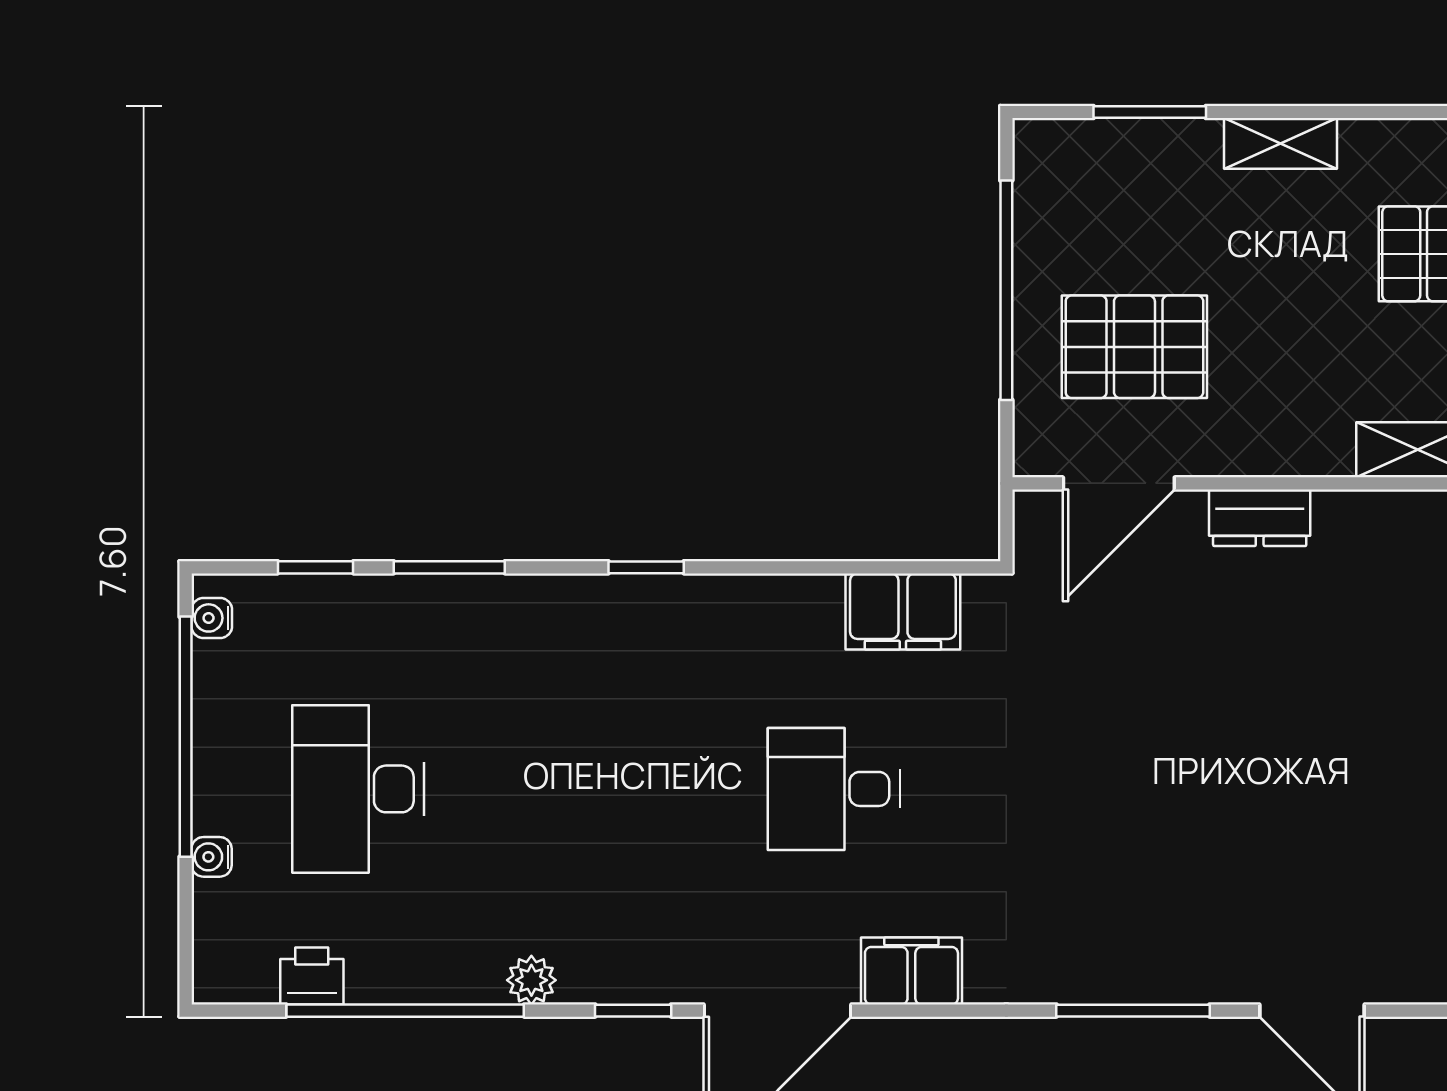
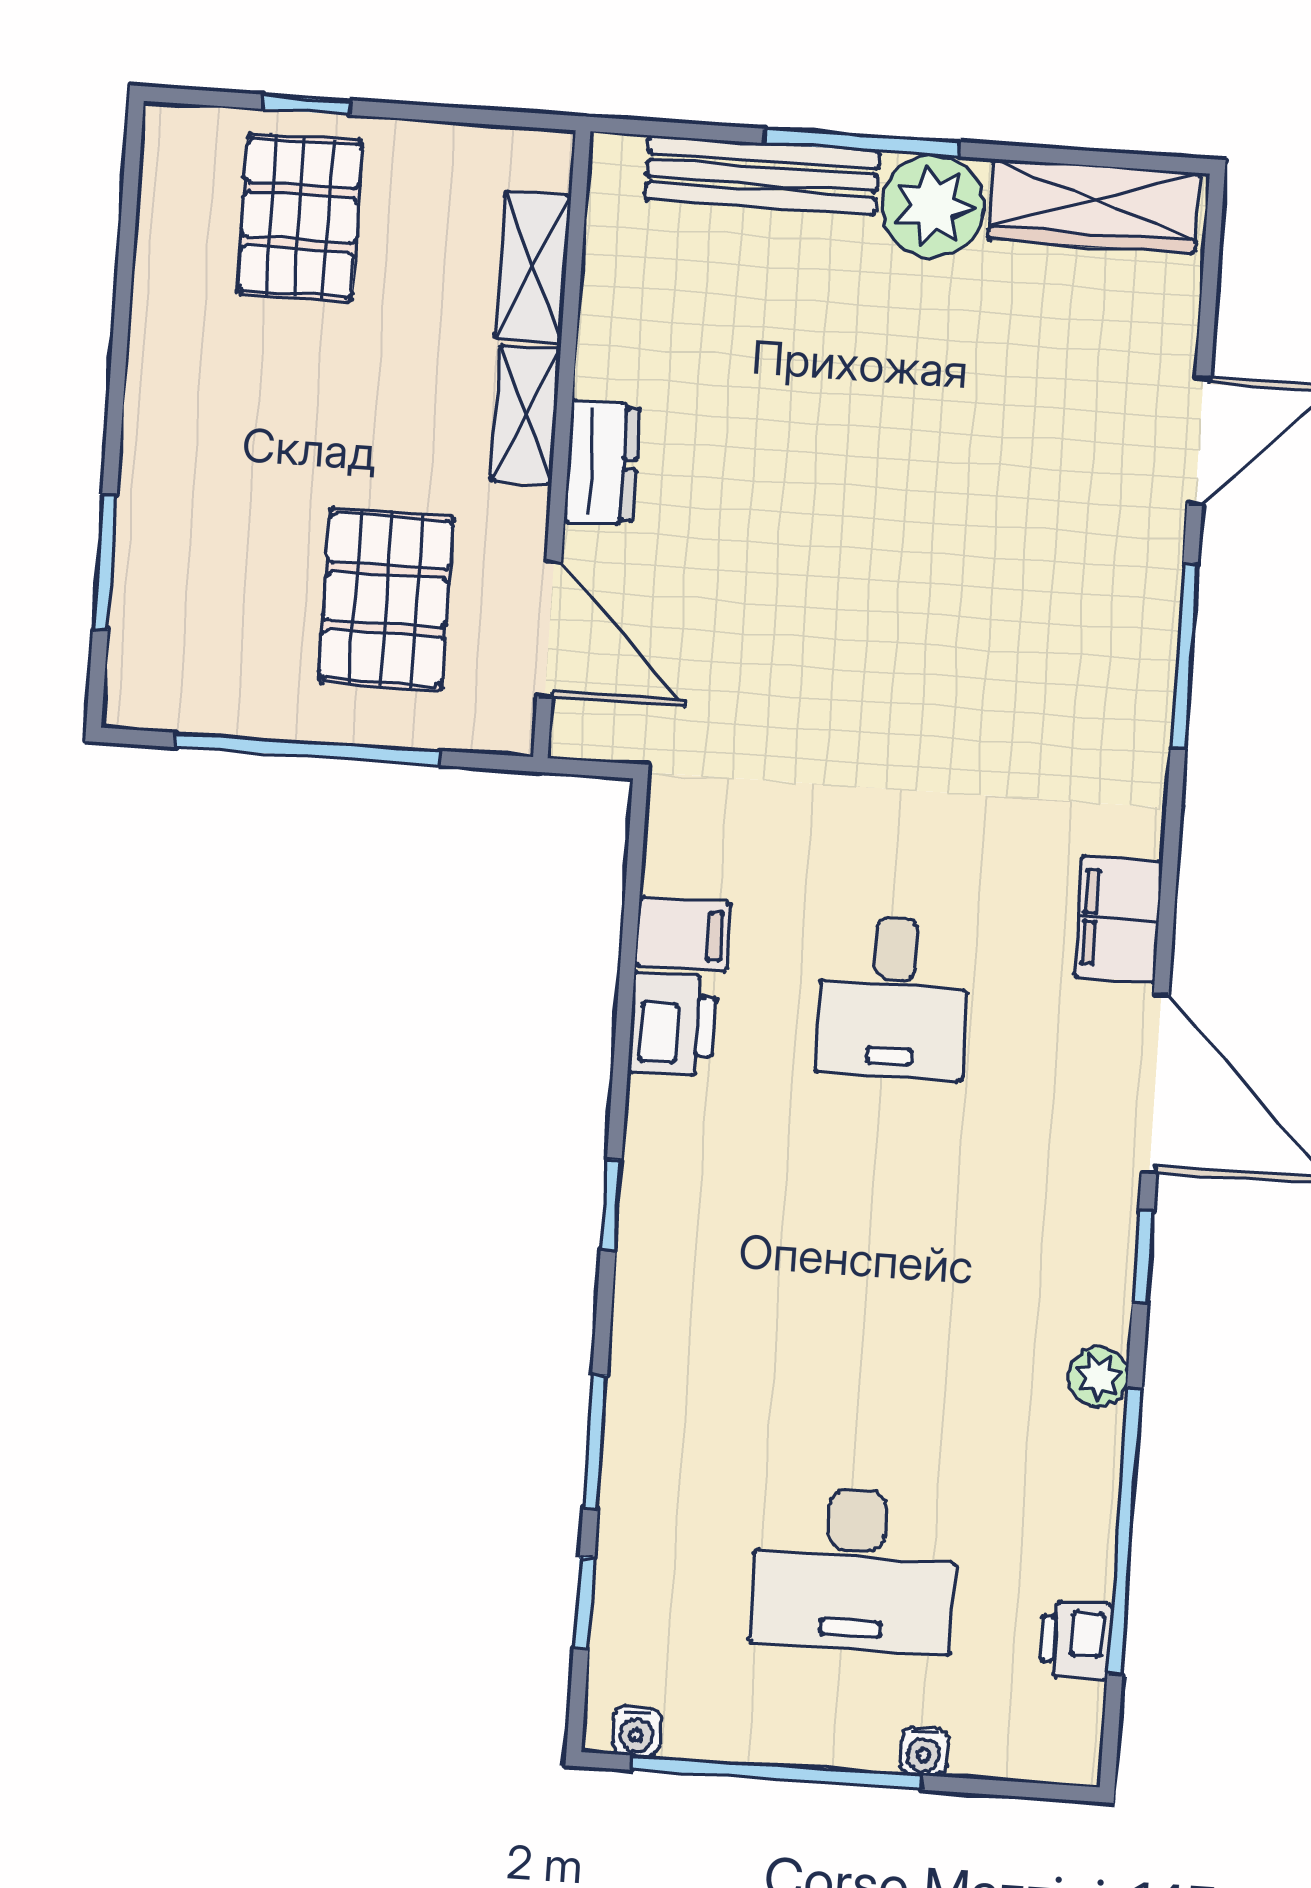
shelving: (1281, 143) -> (526, 415), moved
printer: (799, 608) -> (672, 1024), added
filing cabinet: (903, 611) -> (683, 934), width x0.50

